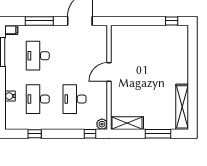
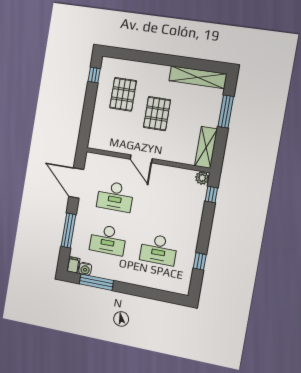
pallet: (159, 48) -> (123, 94), added
pallet: (148, 79) -> (157, 114), added
water cooler: (10, 96) -> (85, 269), moved
desk: (75, 99) -> (115, 196), moved

